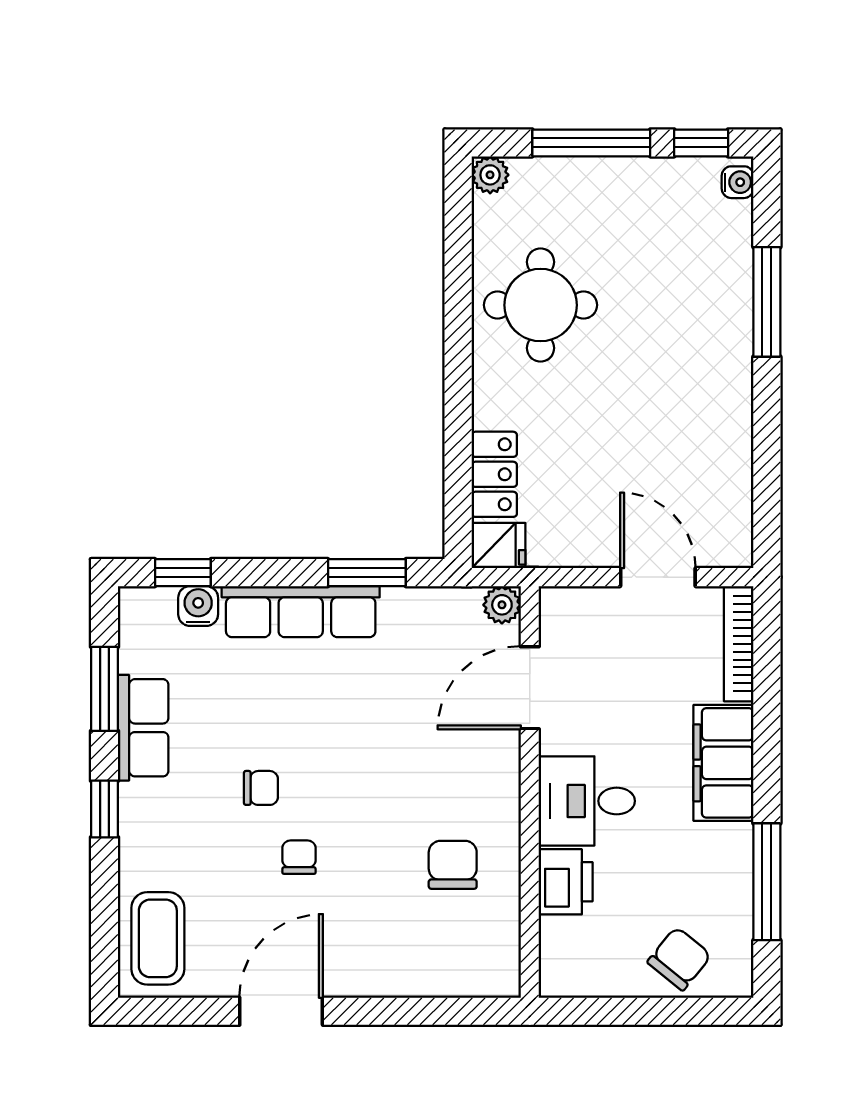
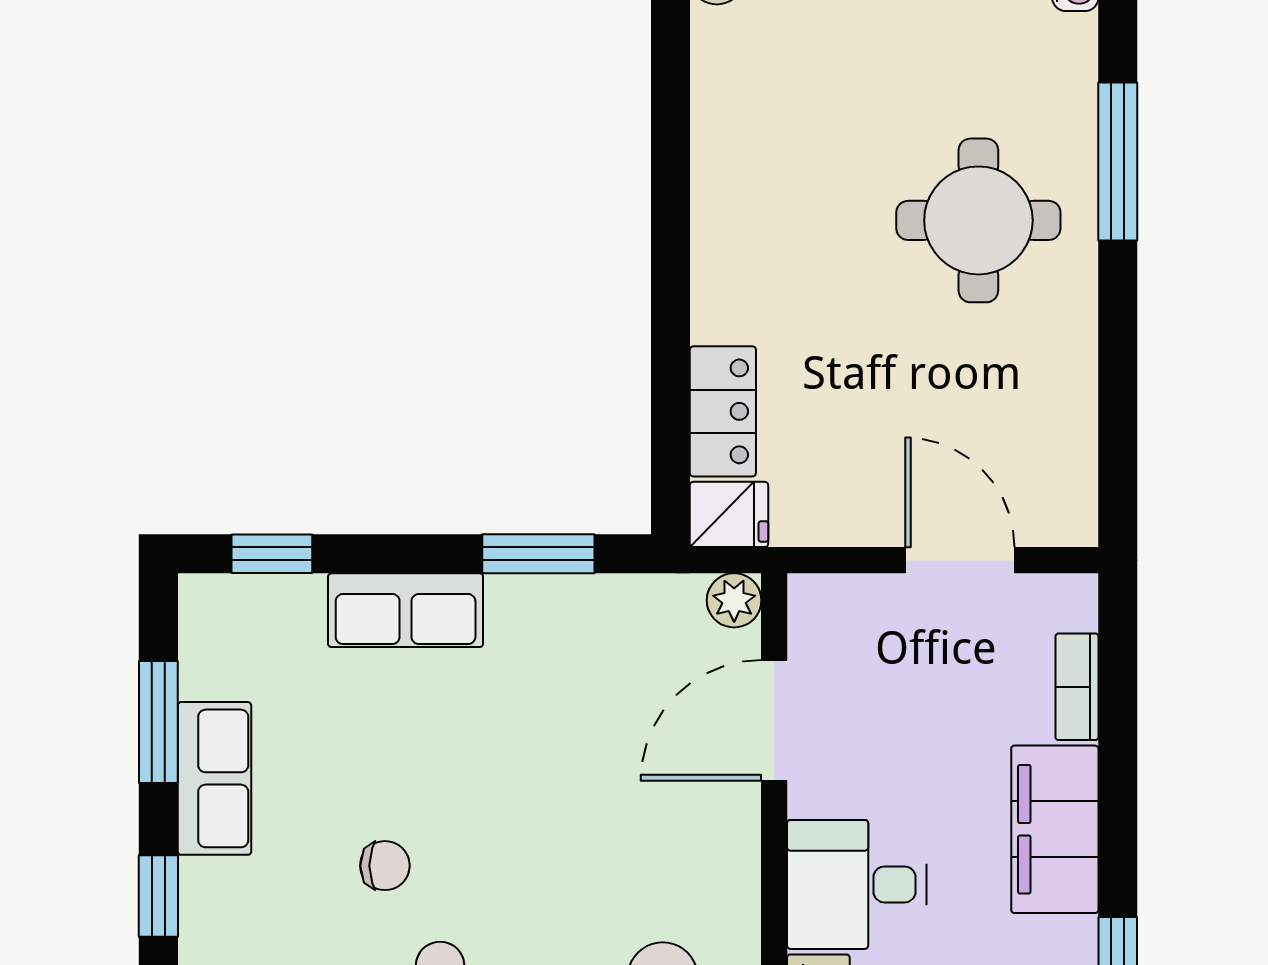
round table: (541, 305) -> (978, 220), moved
water cooler: (198, 606) -> (294, 602), removed
row of seats: (301, 612) -> (406, 610), width x0.68
bookcase: (739, 644) -> (1077, 687), width x0.64

